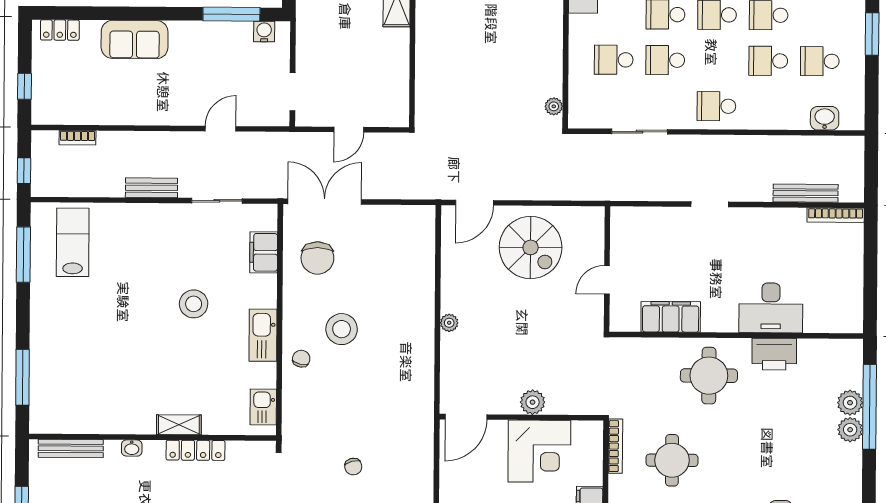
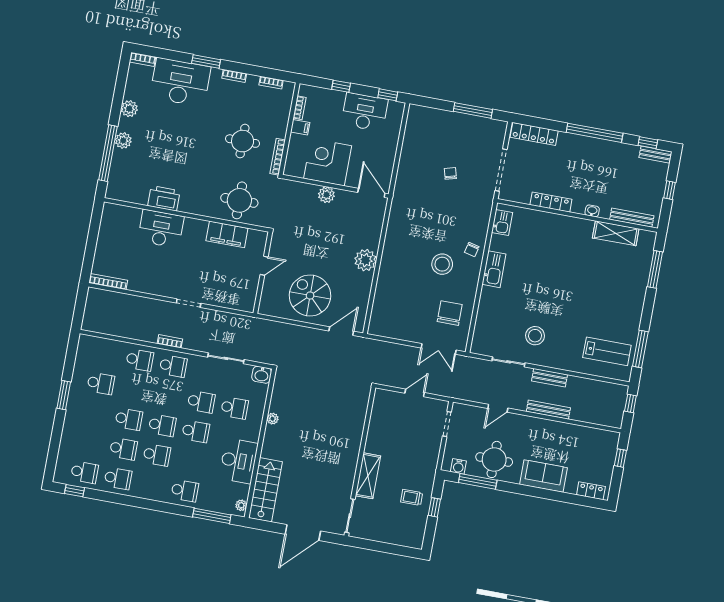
round table: (213, 51) -> (494, 459), added
school desk: (768, 61) -> (140, 360), moved
plant: (554, 106) -> (273, 419), moved
washbasin: (825, 118) -> (262, 375), moved
bookcase: (77, 138) -> (170, 341), moved
bench: (806, 193) -> (548, 410), moved
double door: (325, 202) -> (439, 349), width x0.73
lab bench: (73, 242) -> (607, 351), turned -90
filing cabinet: (264, 252) -> (484, 323), removed
stool: (194, 304) -> (535, 336), moved
plant: (449, 323) -> (365, 260), width x1.87, depth x1.87
round table: (709, 376) -> (239, 200), moved
plant: (850, 403) -> (129, 109), moved
door: (466, 417) -> (371, 193), hinge flipped
shelving: (179, 425) -> (616, 233), moved, width x1.50, depth x1.33

